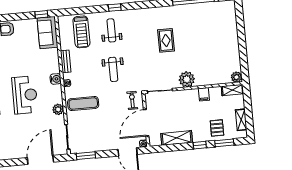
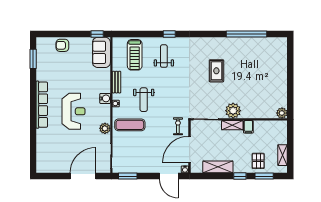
weight bench: (113, 69) -> (144, 100), moved
shelving: (232, 90) -> (232, 125), moved

